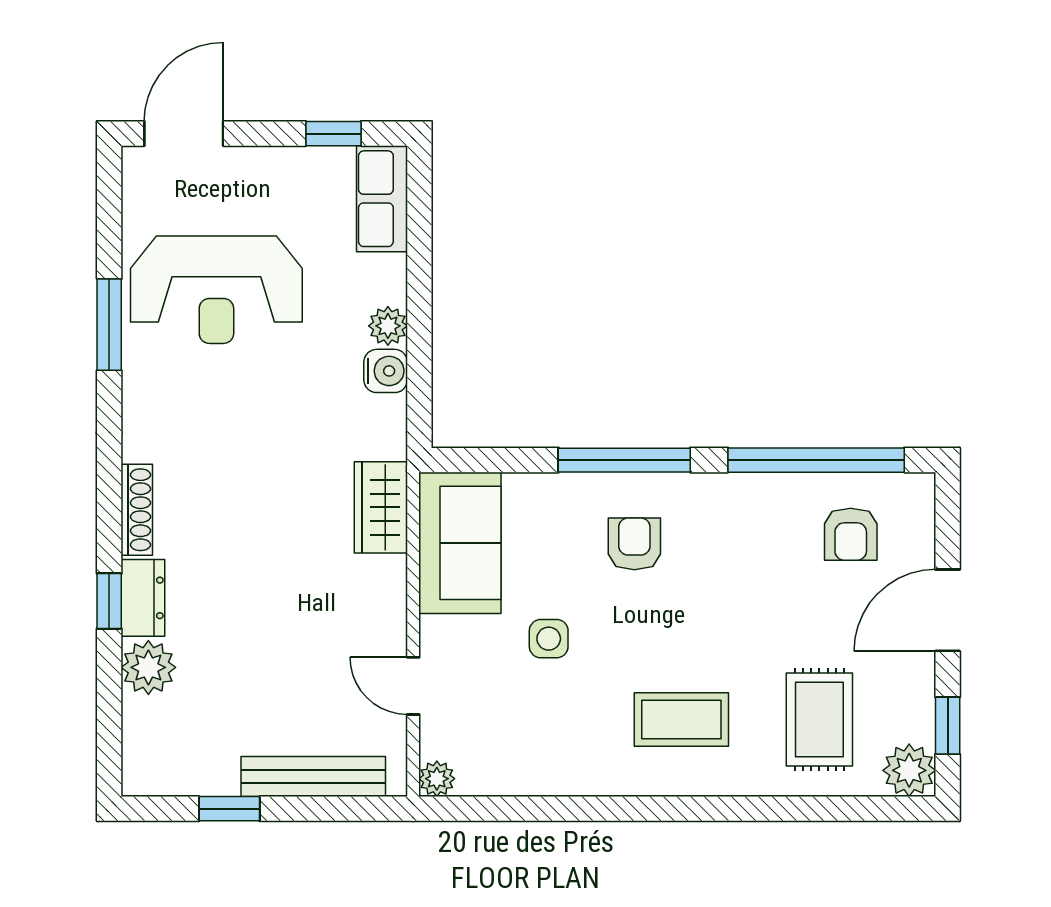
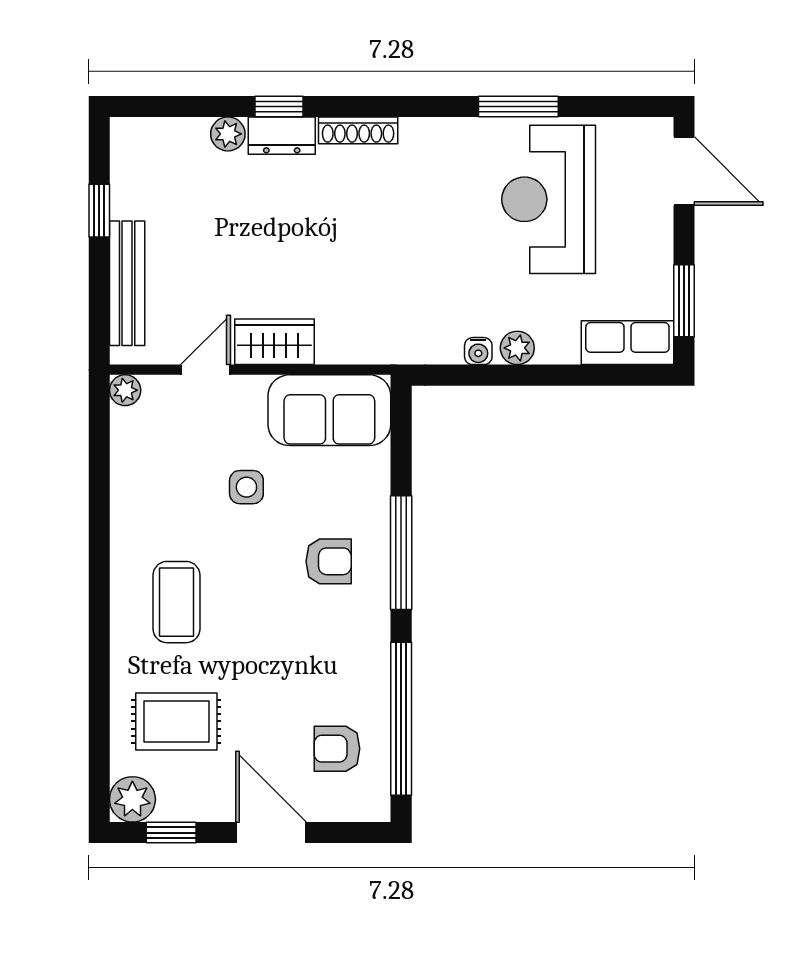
window: (333, 134) -> (684, 301), width x1.50
water cooler: (386, 371) -> (478, 351), width x0.72, depth x0.72
wardrobe: (381, 507) -> (274, 342), moved
plant: (148, 667) -> (228, 134), width x0.73, depth x0.73

